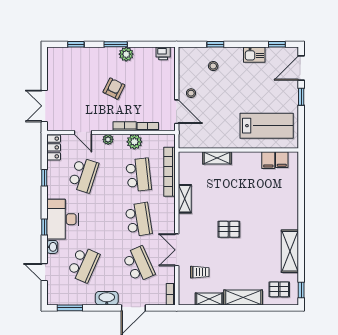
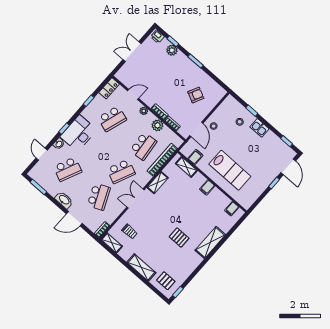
printer: (163, 53) -> (157, 37), moved
plant: (126, 54) -> (172, 50), moved
kitchen sink: (254, 55) -> (259, 128), moved
door: (301, 68) -> (288, 167), swing flipped
armchair: (114, 89) -> (196, 95), moved
double door: (44, 106) -> (132, 52), moved
lab bench: (267, 126) -> (230, 170), moved
door: (83, 132) -> (133, 95), swing flipped
filing cabinet: (200, 140) -> (195, 157), added
shelving: (217, 158) -> (186, 167), moved
filing cabinet: (268, 160) -> (207, 187), moved
school desk: (139, 220) -> (121, 171), turned 33
pallet: (229, 229) -> (179, 238), moved
double door: (177, 250) -> (135, 198), moved
shelving: (290, 251) -> (210, 242), moved
shelving: (209, 299) -> (112, 243), moved

